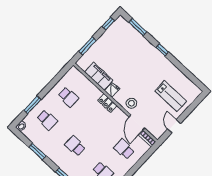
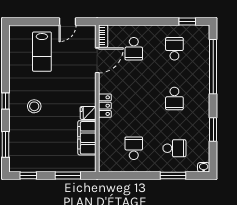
lab bench: (171, 96) -> (42, 52), turned 180
stool: (132, 103) -> (34, 106), moved
school desk: (47, 120) -> (174, 148), turned 90

